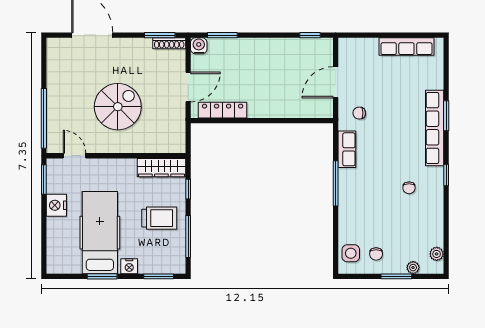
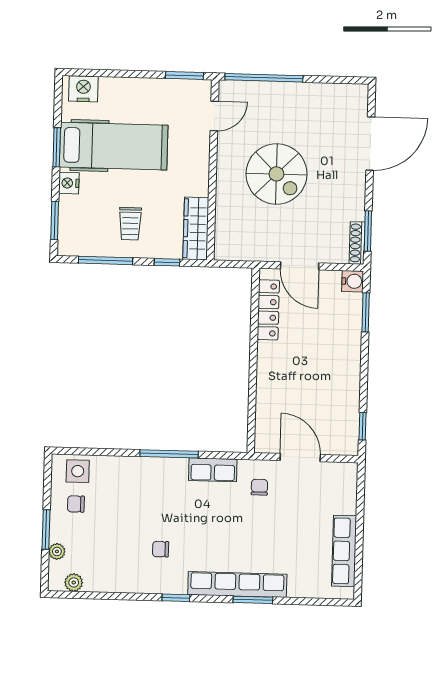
nightstand: (56, 205) -> (83, 89), moved
trolley: (159, 218) -> (130, 224), width x0.73, depth x0.72

